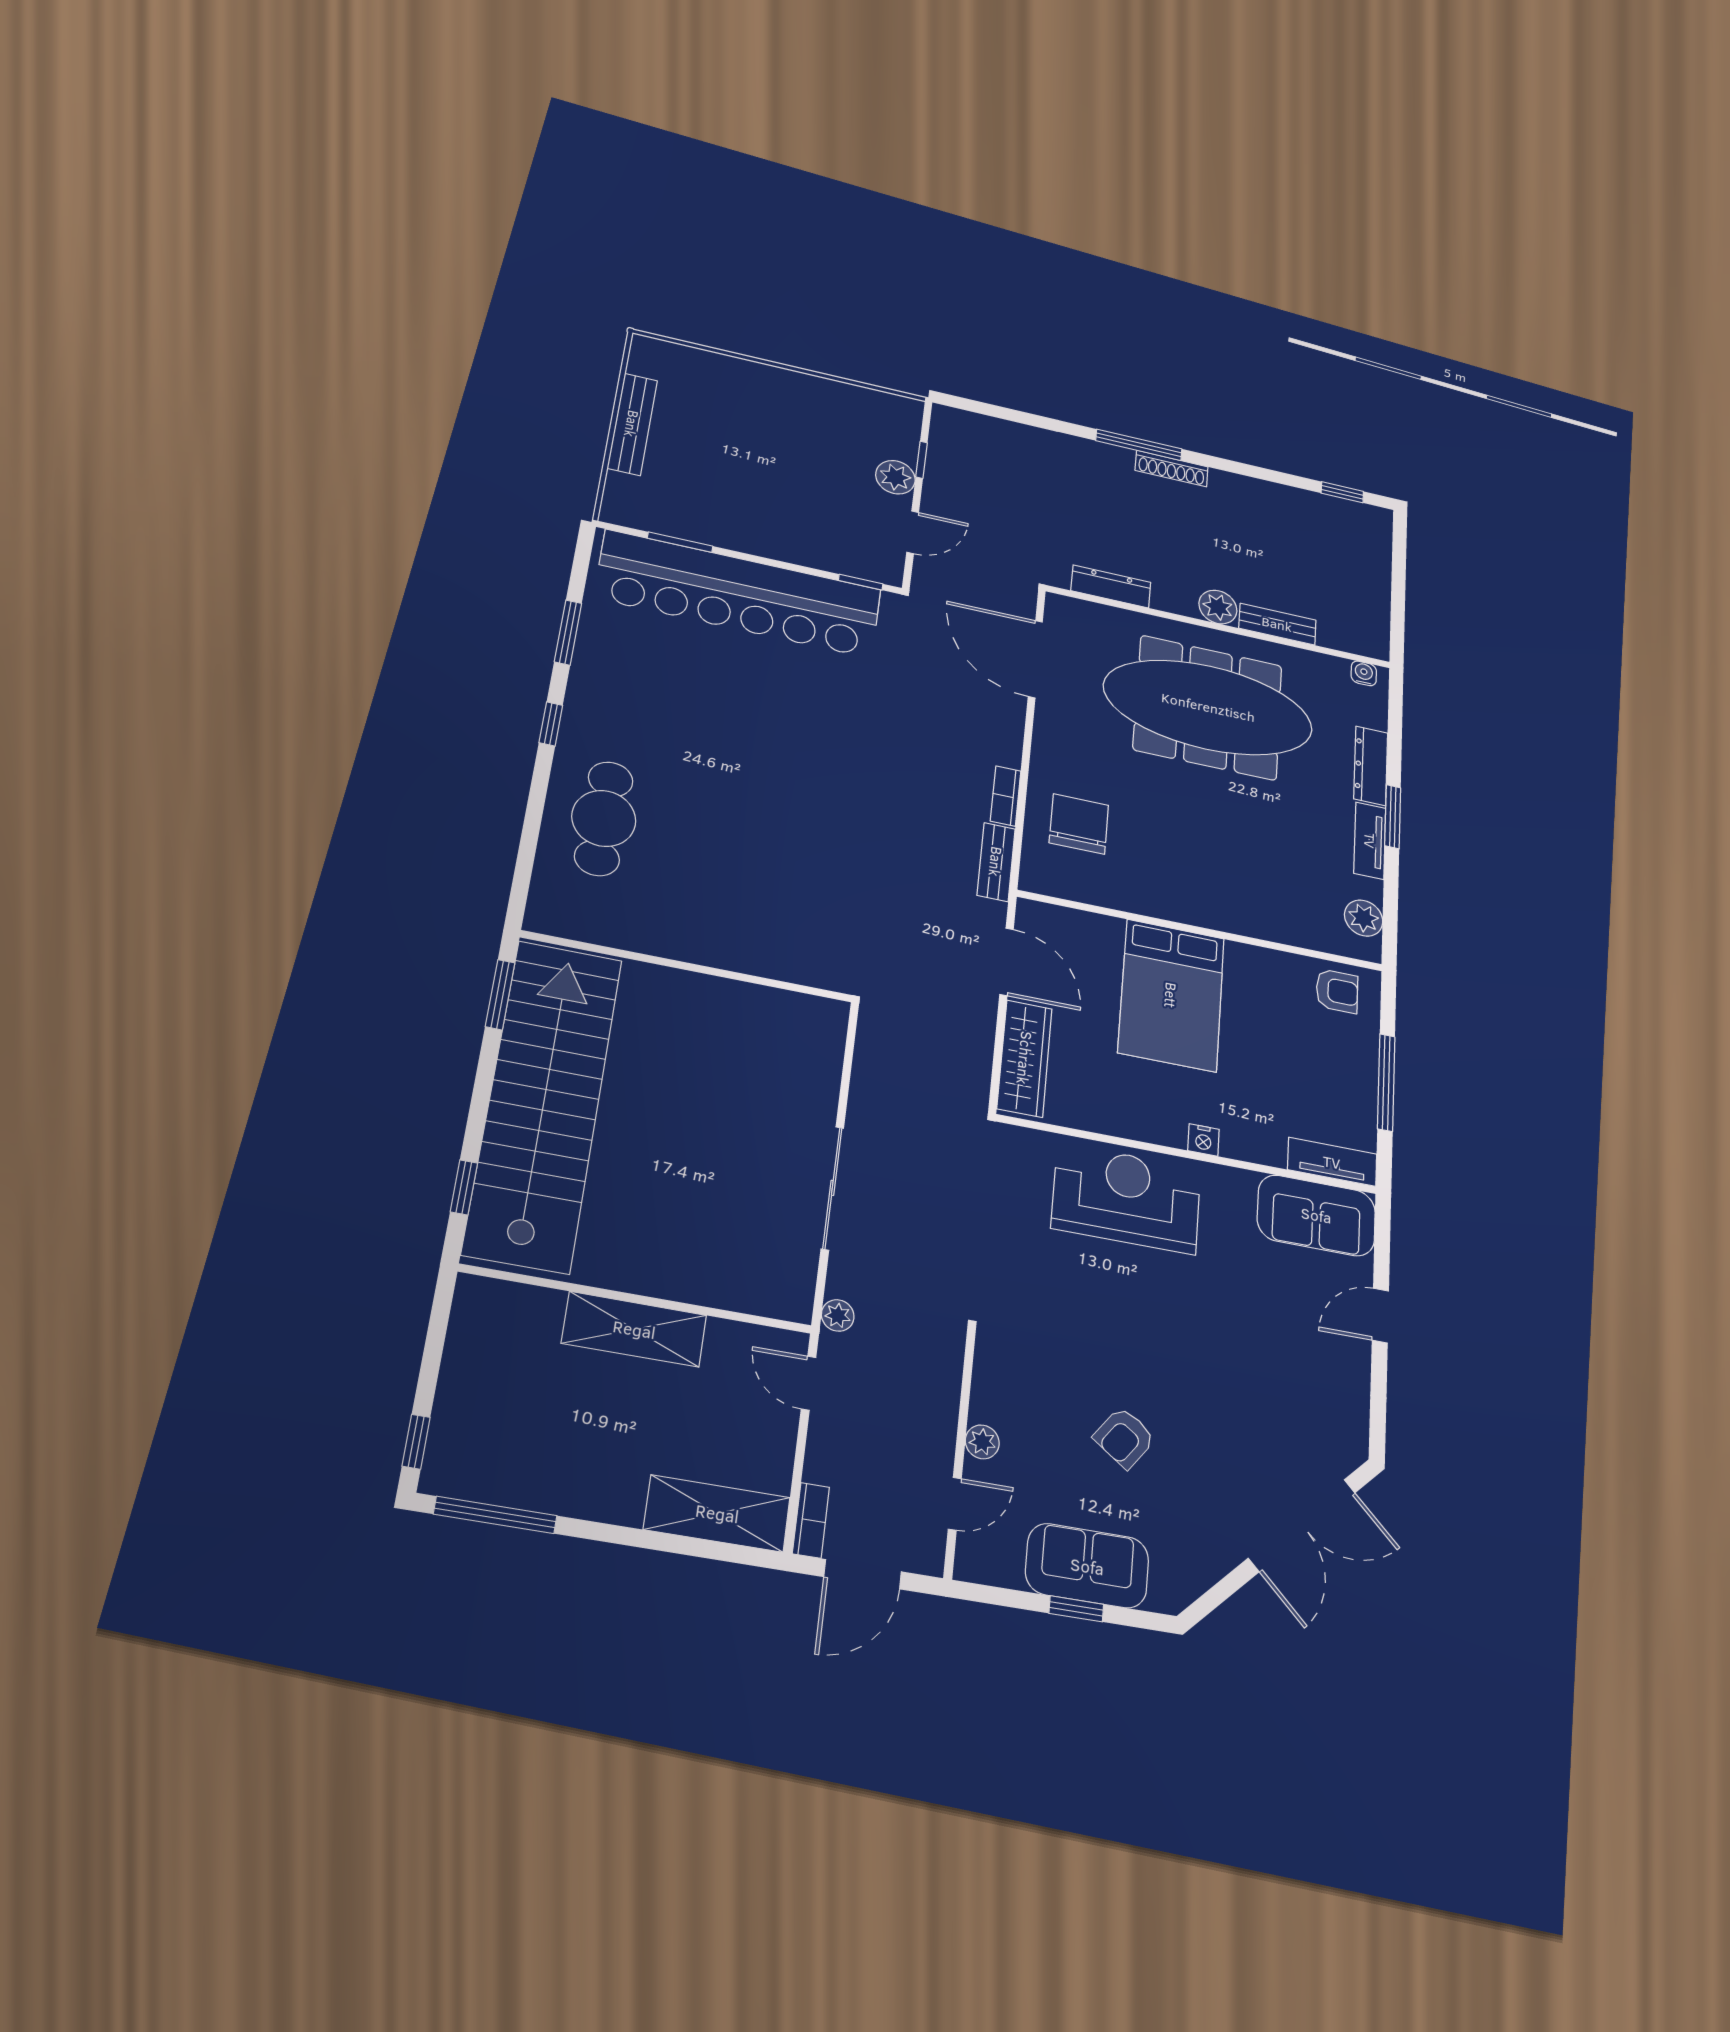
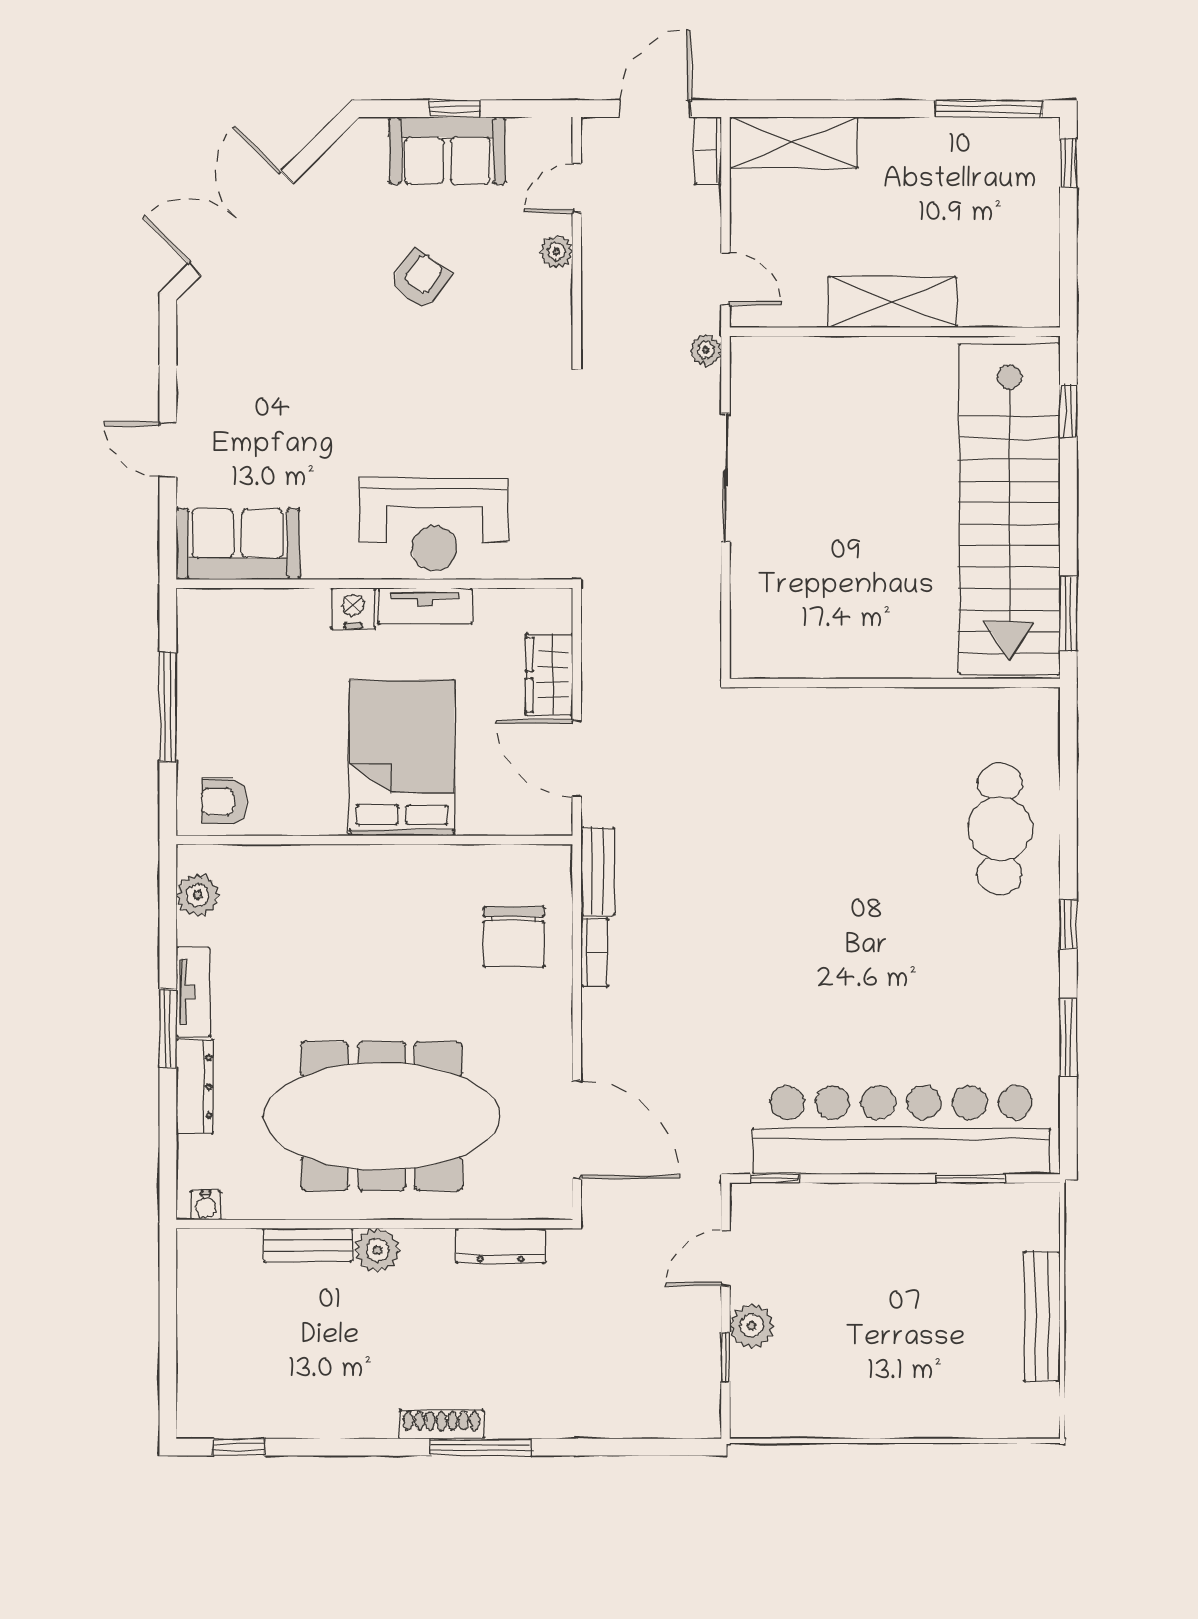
wardrobe: (1025, 1058) -> (549, 675), width x0.67
nightstand: (1203, 1140) -> (353, 608), width x1.39, depth x1.35
tv unit: (1332, 1162) -> (425, 606), moved
door: (1380, 1315) -> (168, 450), swing flipped

